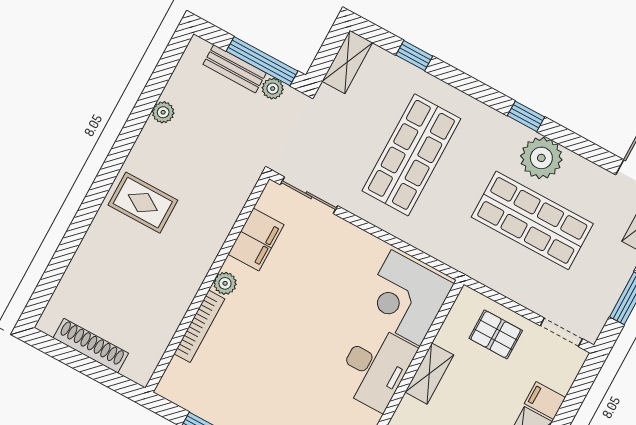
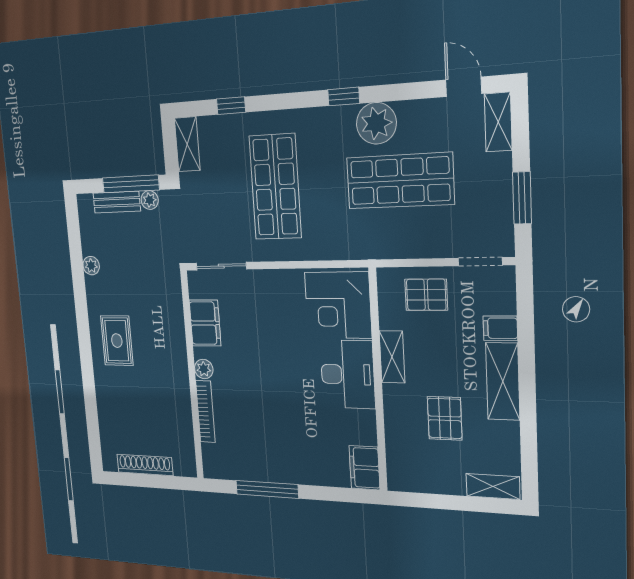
rug: (143, 203) -> (117, 341), turned 90

